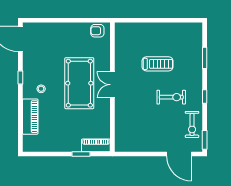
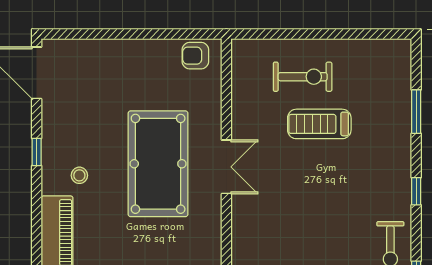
treadmill: (158, 64) -> (319, 124), turned 180
double door: (112, 85) -> (226, 167), swing flipped
exercise bike: (171, 97) -> (303, 77), moved

